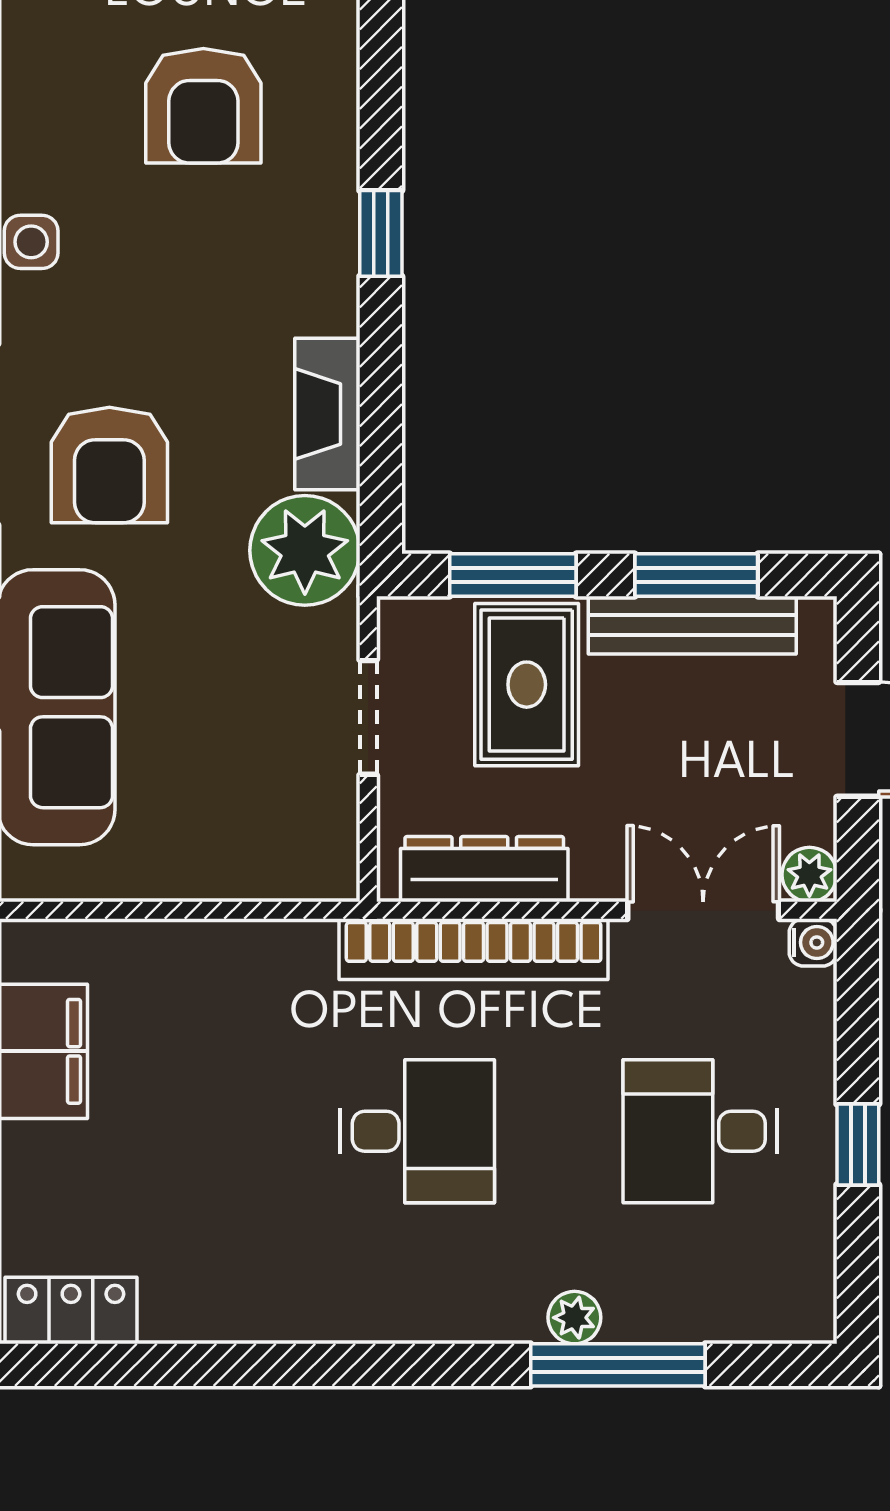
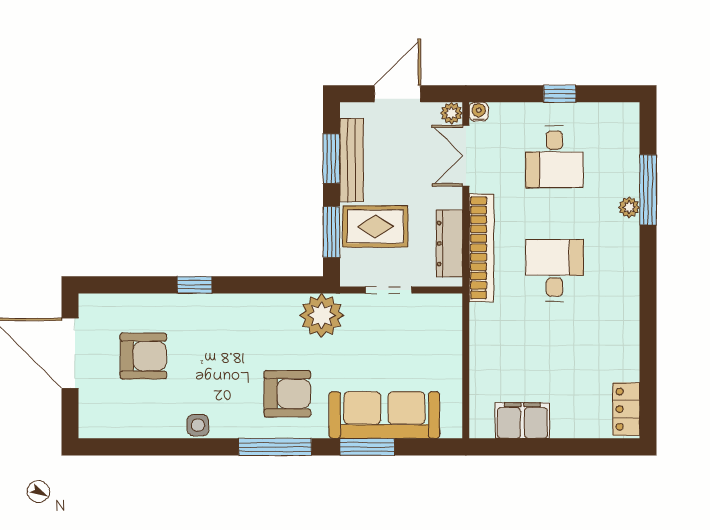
fireplace: (327, 414) -> (267, 306), removed

